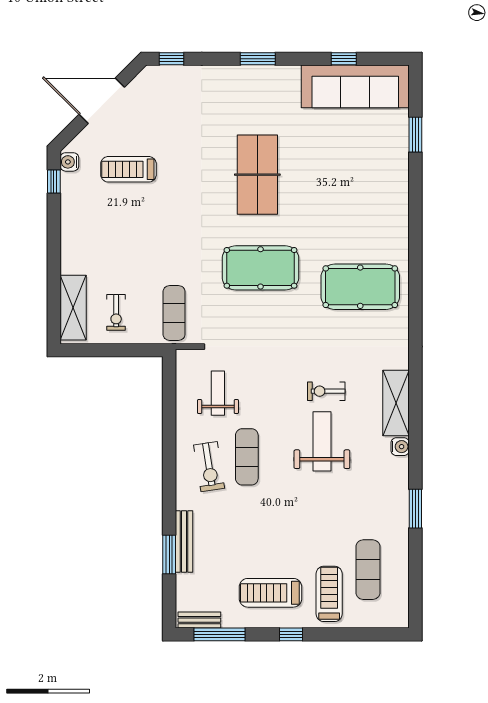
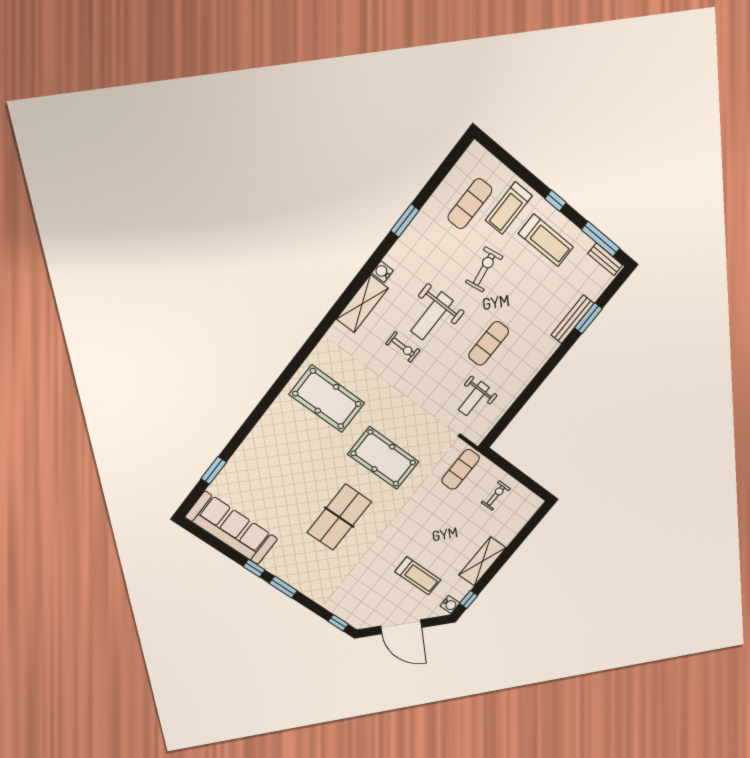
window: (344, 59) -> (254, 568), moved
shelving: (73, 308) -> (482, 561), moved
exercise bike: (209, 467) -> (484, 269), moved

